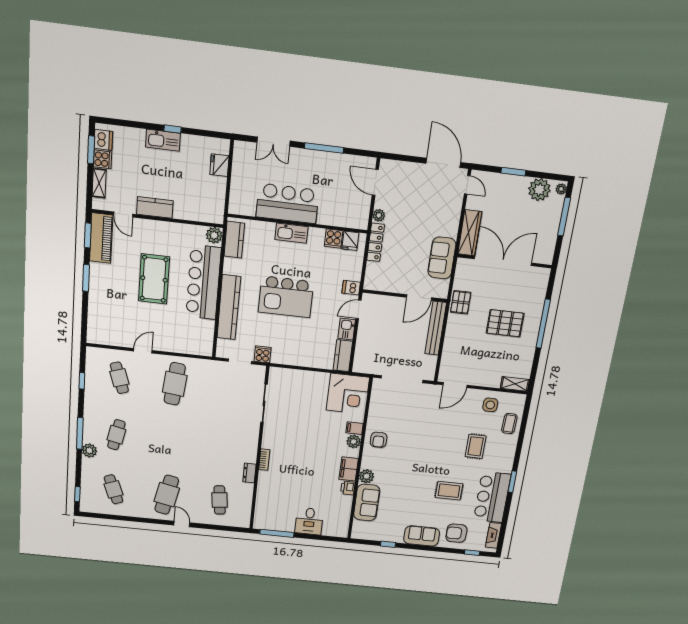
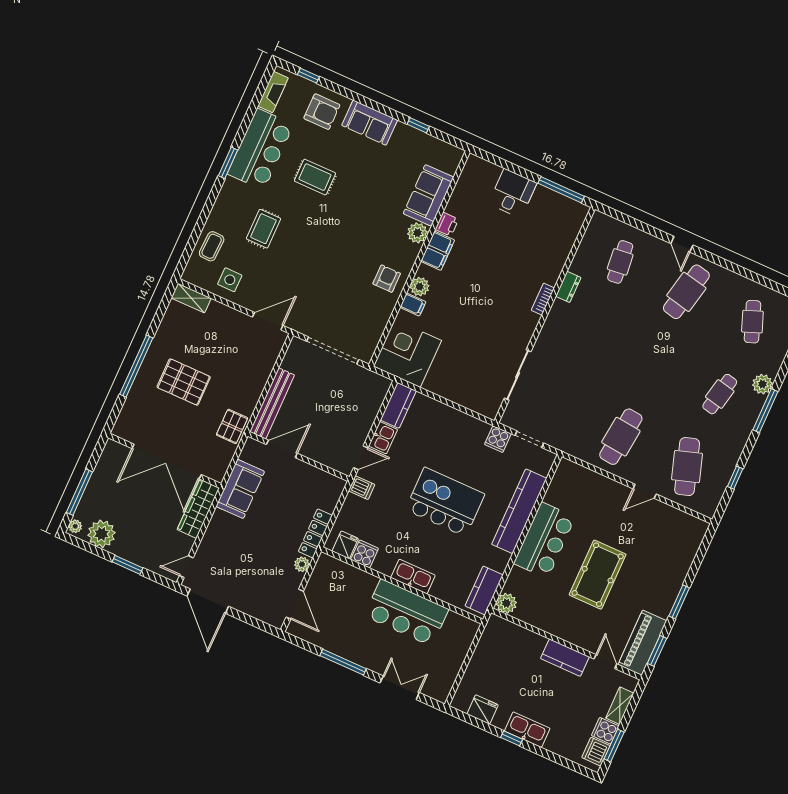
fridge: (219, 165) -> (483, 709), moved, turned -90
door: (467, 185) -> (186, 567), hinge flipped
bar counter: (203, 282) -> (544, 540), width x0.73
cafe table: (119, 378) -> (687, 467), width x1.37, depth x1.35

